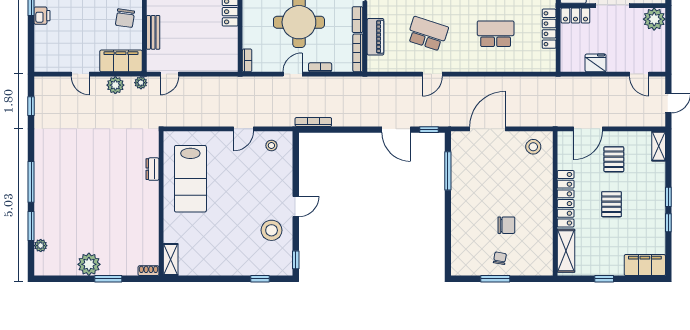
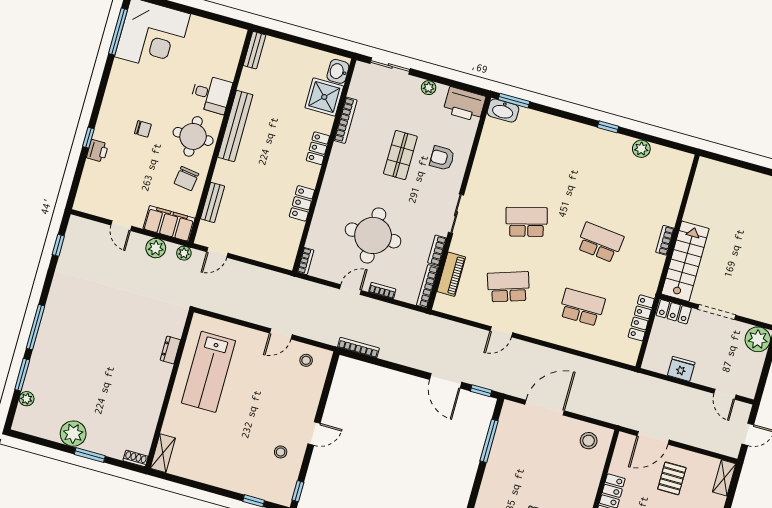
school desk: (428, 34) -> (508, 287), turned -36
stool: (272, 230) -> (281, 452), width x0.53, depth x0.53

